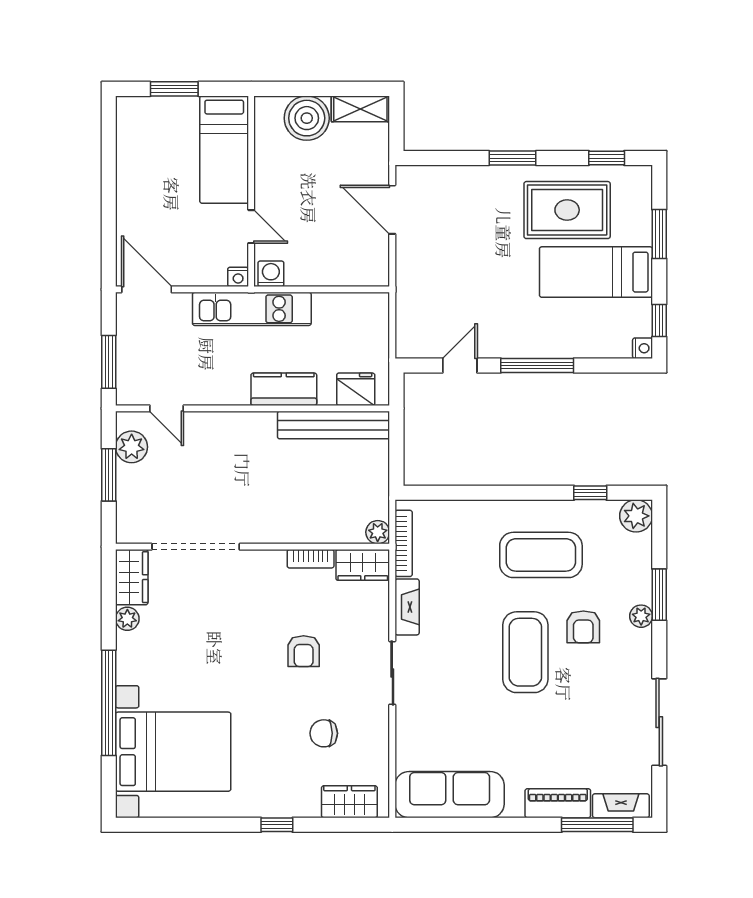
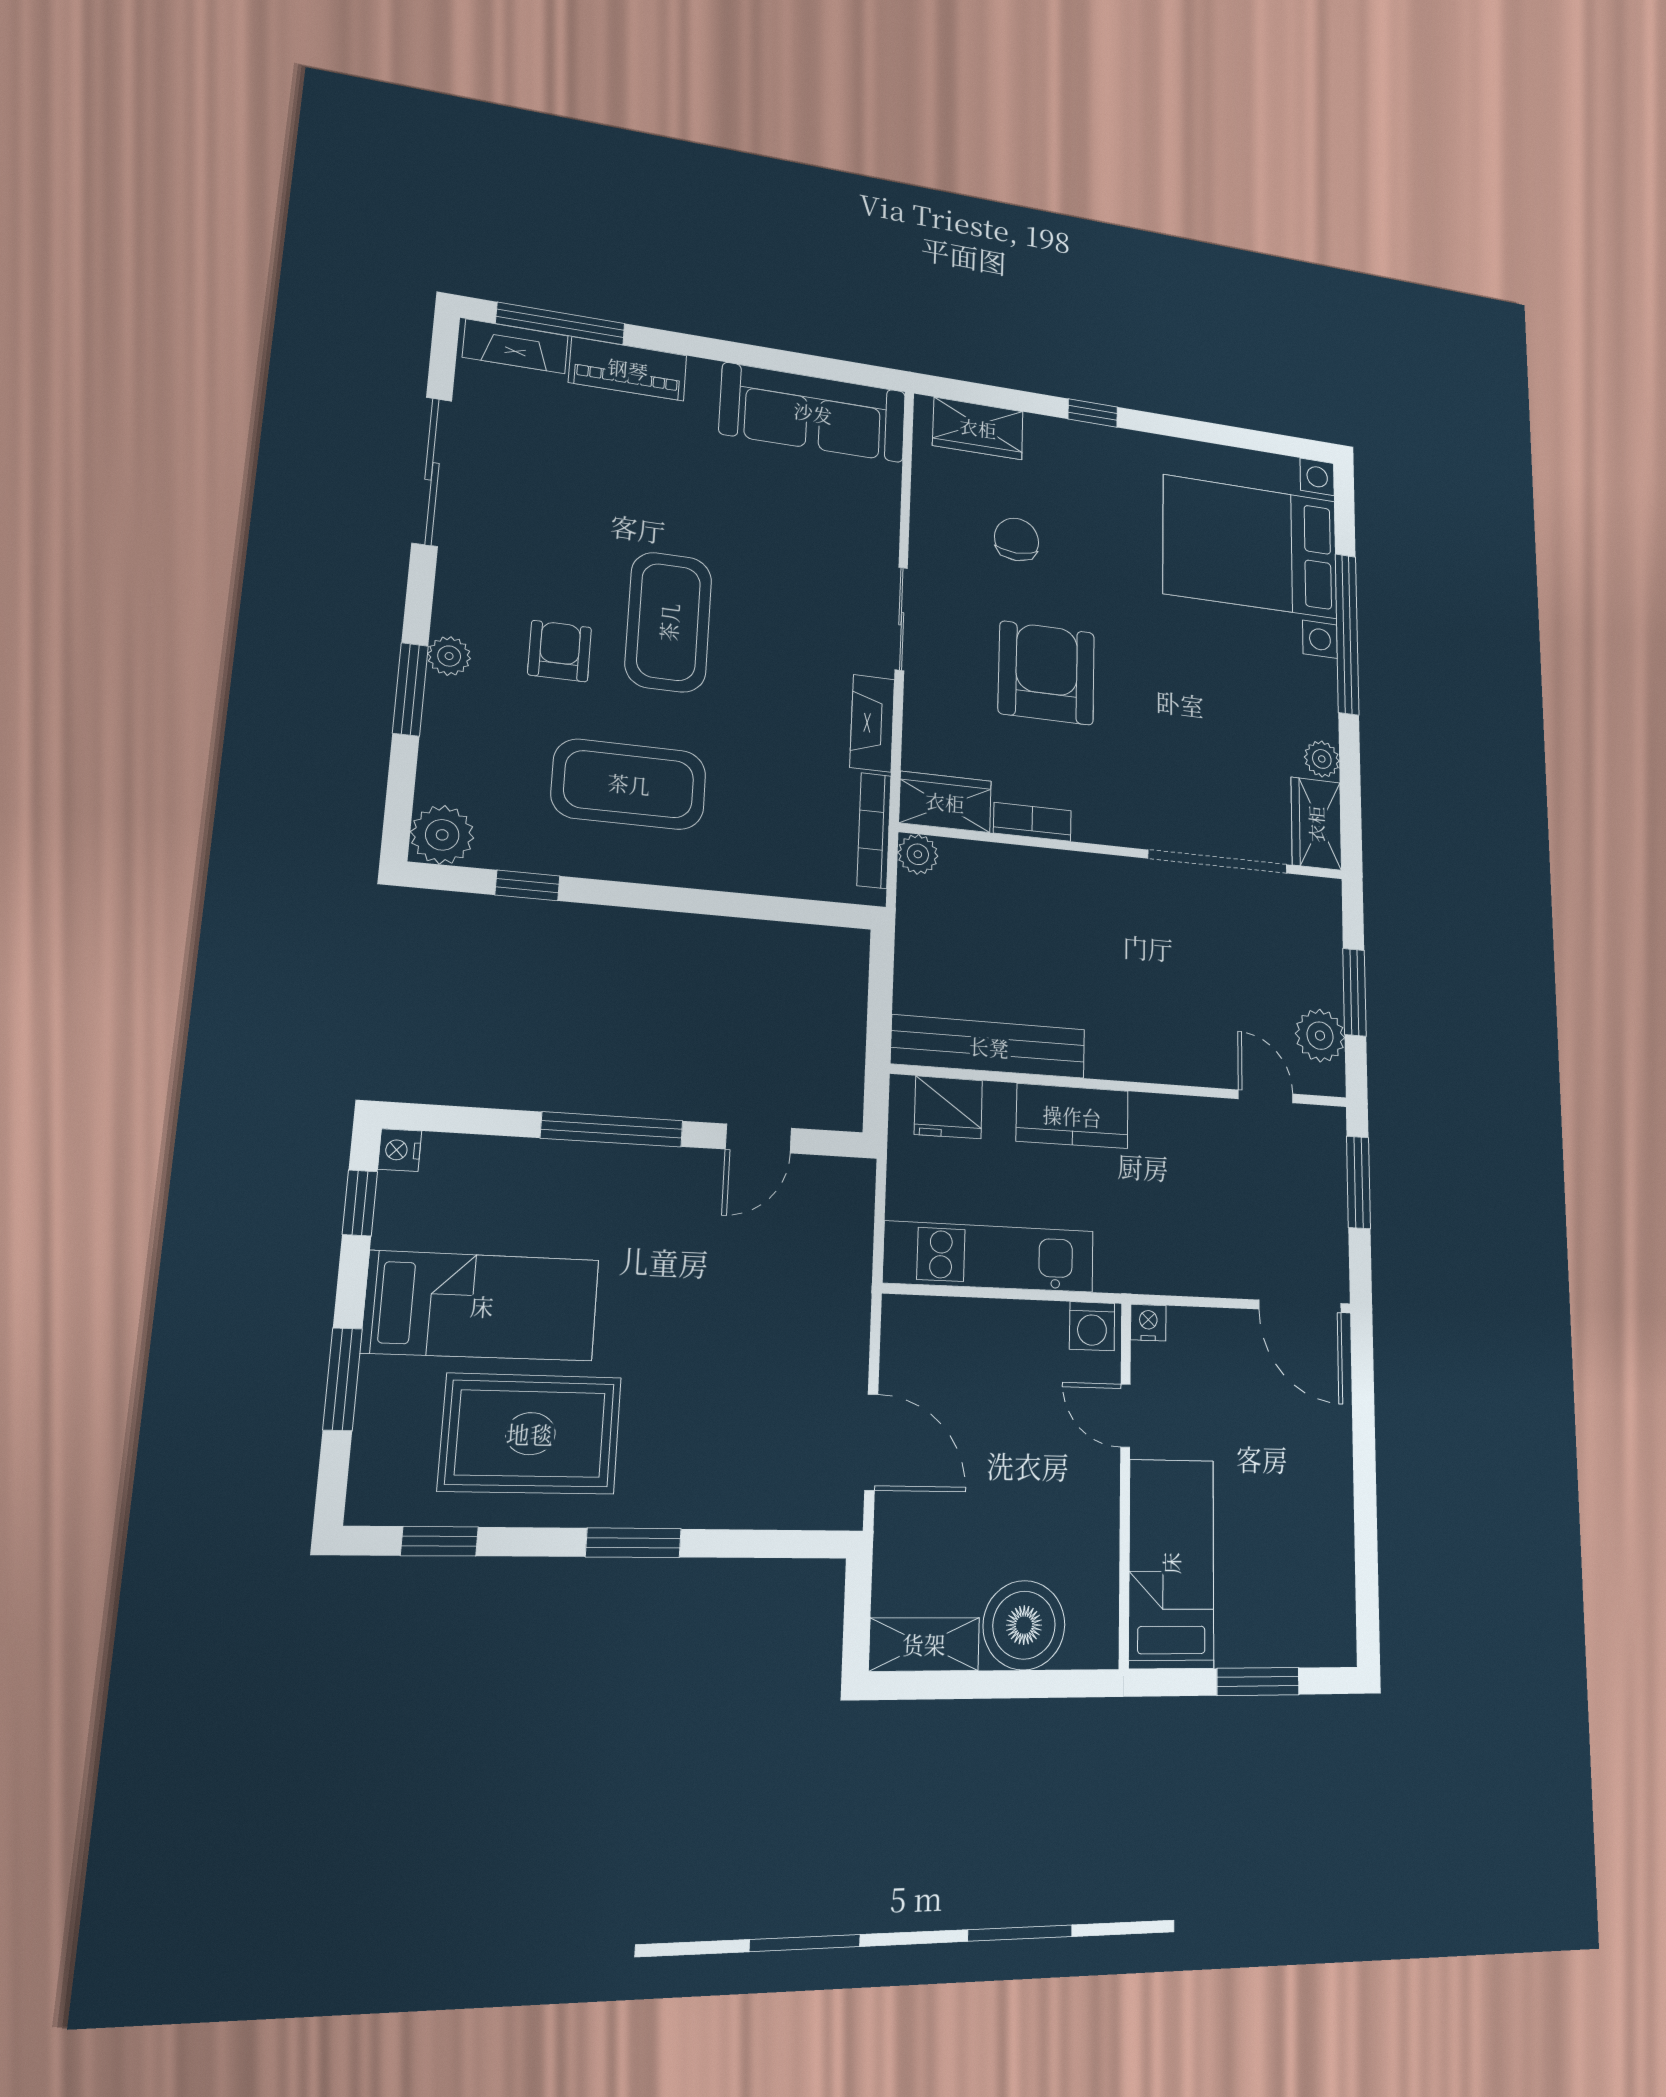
kitchen unit: (252, 309) -> (989, 1257), moved
armchair: (304, 651) -> (1047, 673), width x1.88, depth x1.88
chair: (324, 733) -> (1017, 540), turned -90

